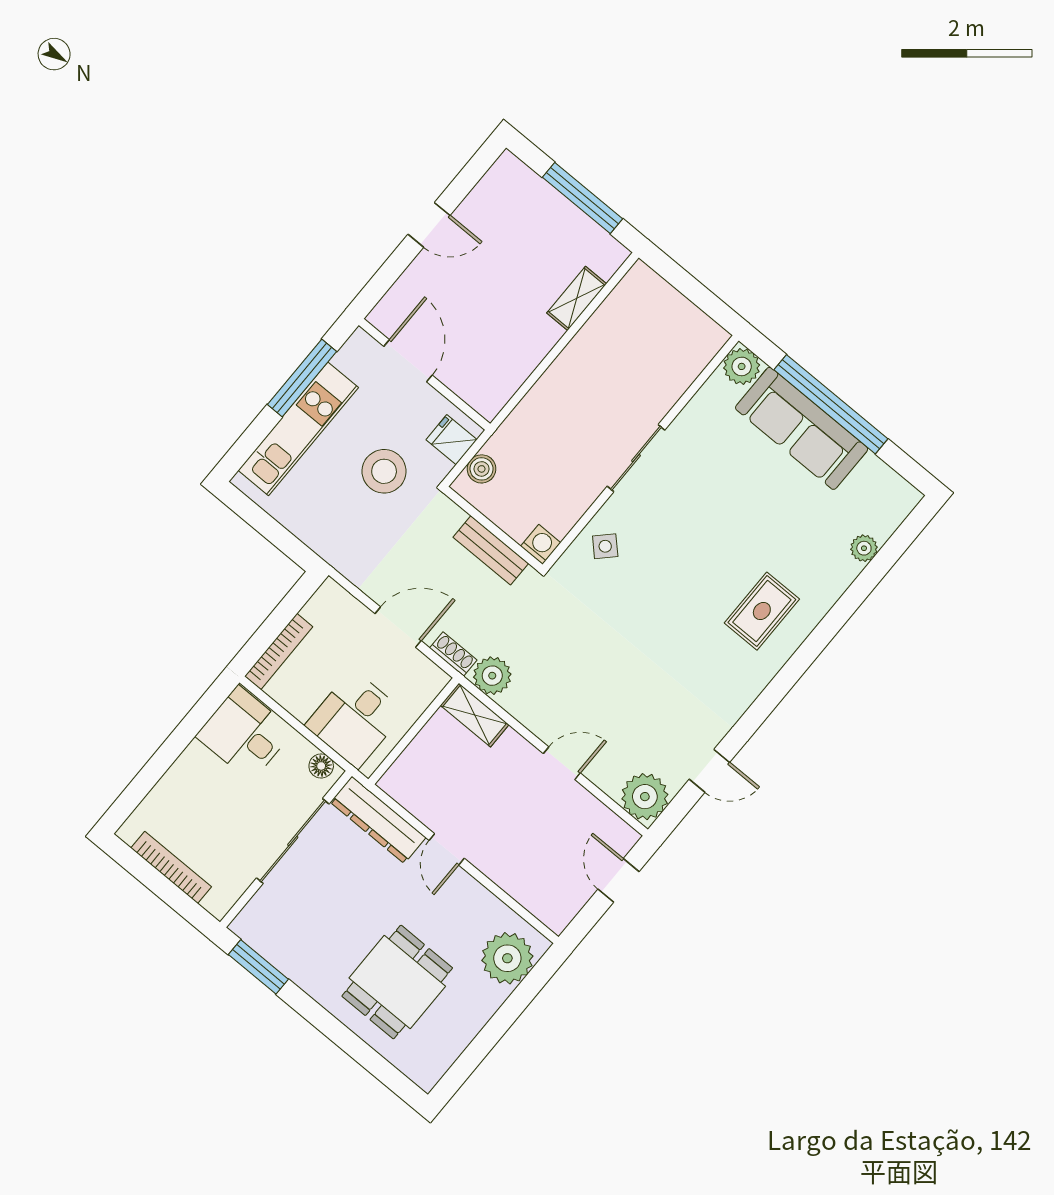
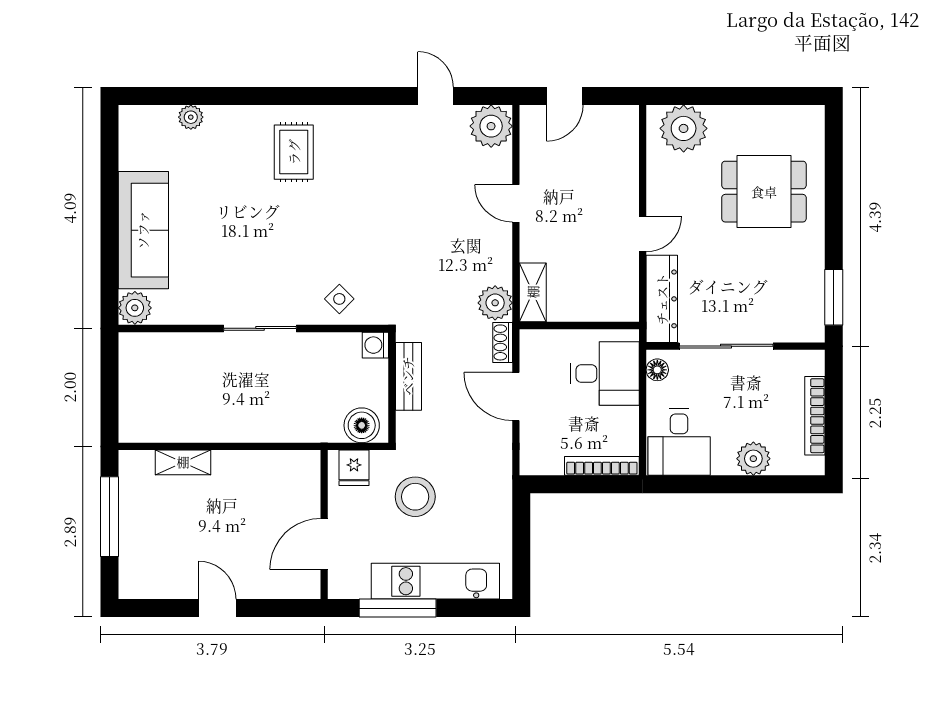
window: (831, 404) -> (109, 224), removed
boiler: (482, 469) -> (362, 425), width x1.36, depth x1.36
rug: (762, 611) -> (294, 152), turned 90
plant: (178, 785) -> (753, 459), added

